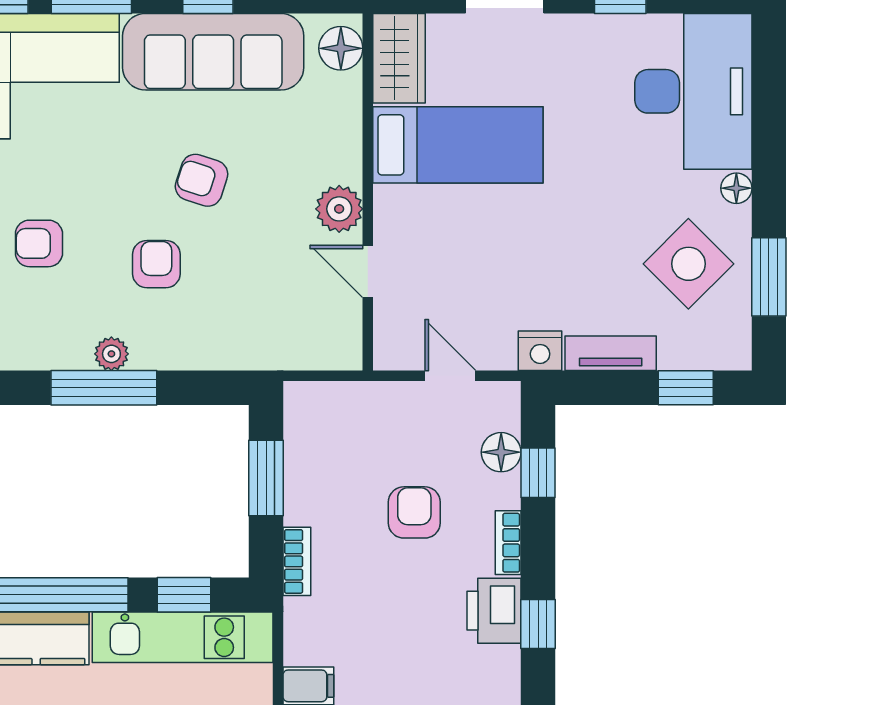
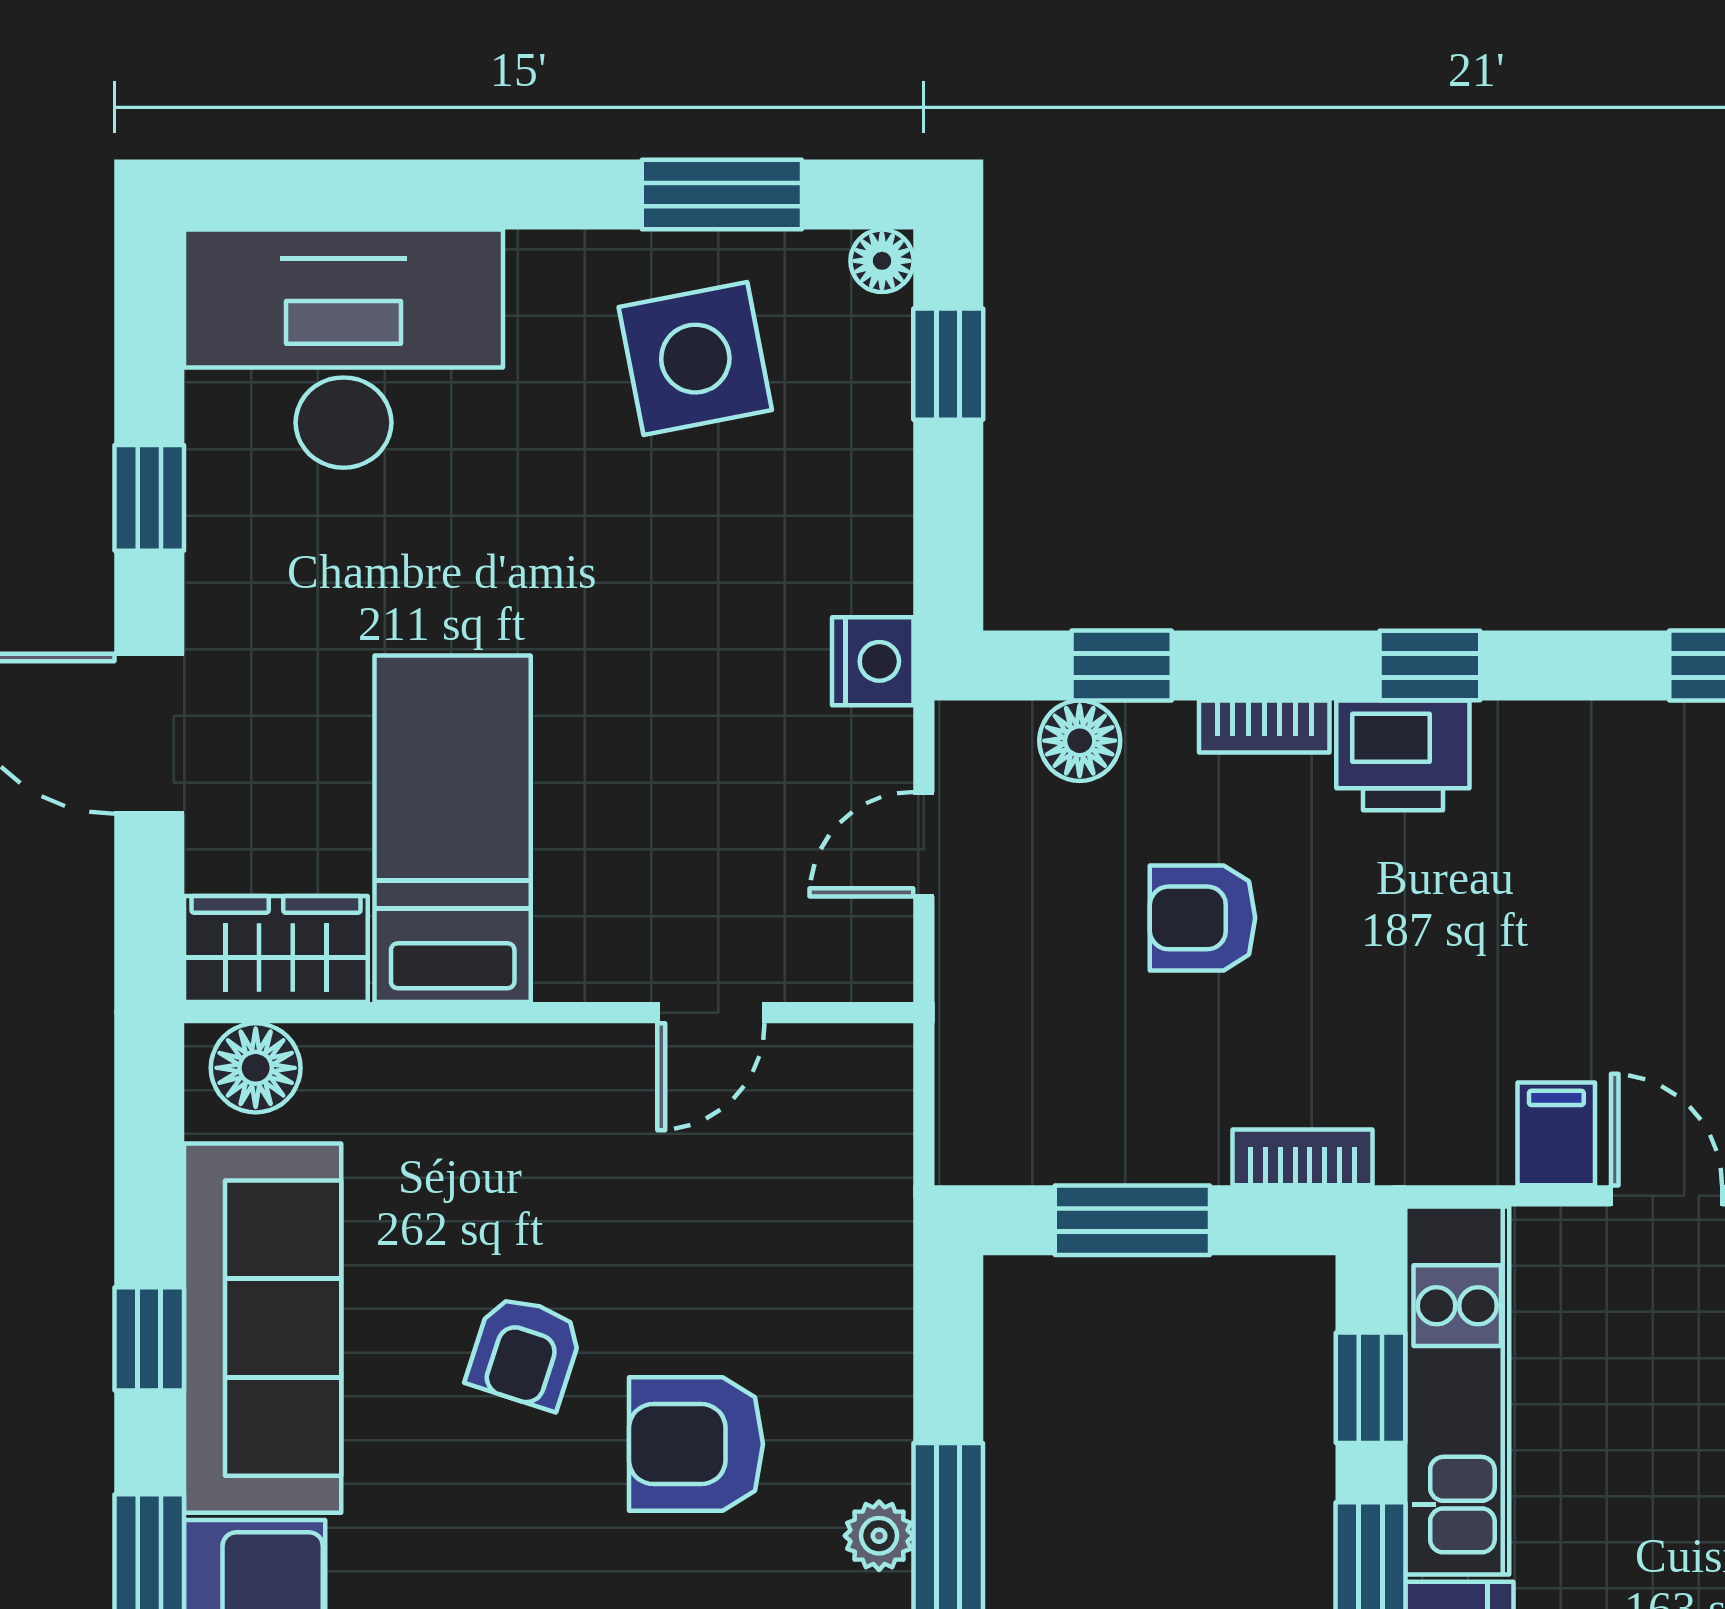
floor lamp: (736, 188) -> (882, 261), moved
plant: (339, 209) -> (583, 1071), removed
armchair: (156, 264) -> (696, 1444), width x1.38, depth x1.38
side table: (688, 264) -> (695, 359), turned 34
tv unit: (611, 353) -> (878, 517), removed

